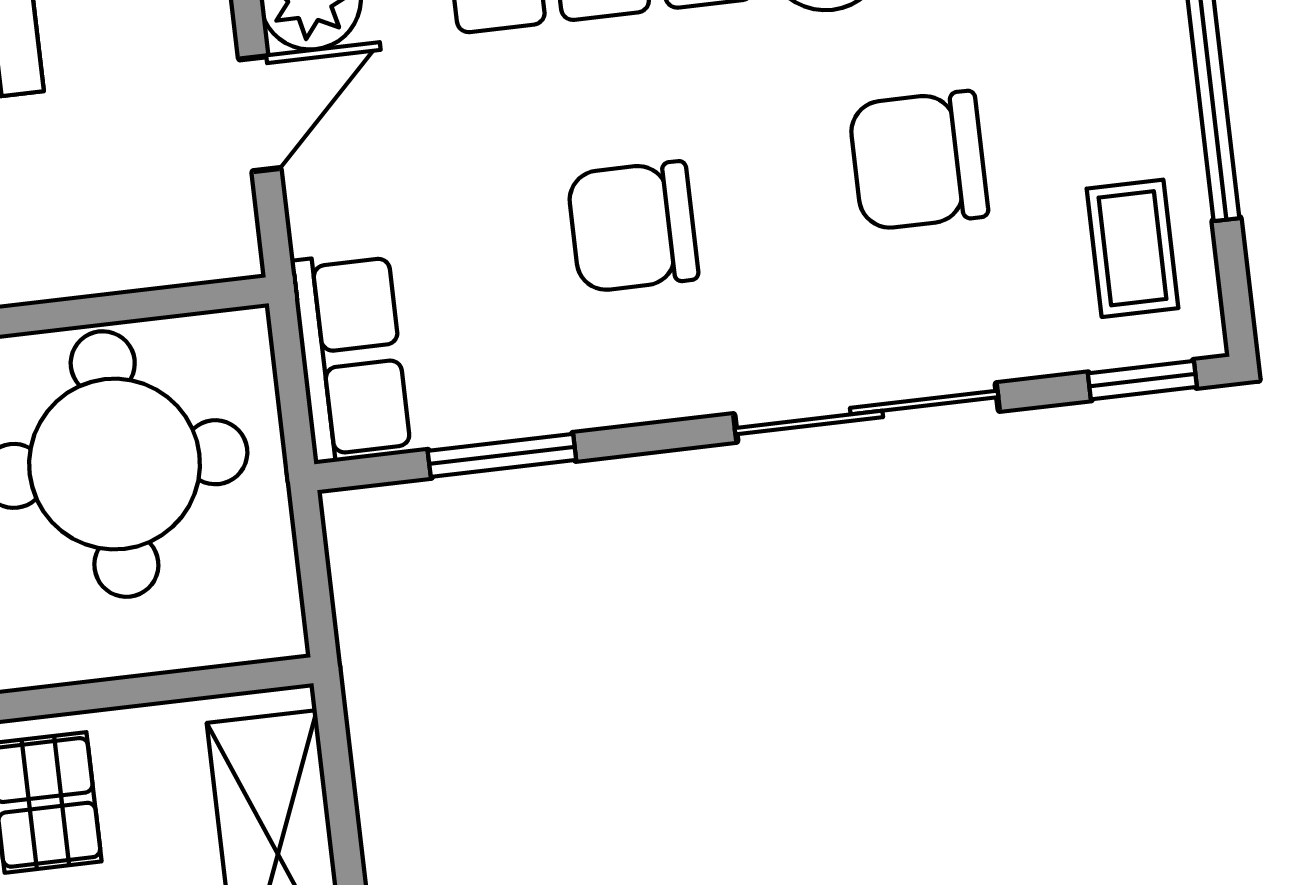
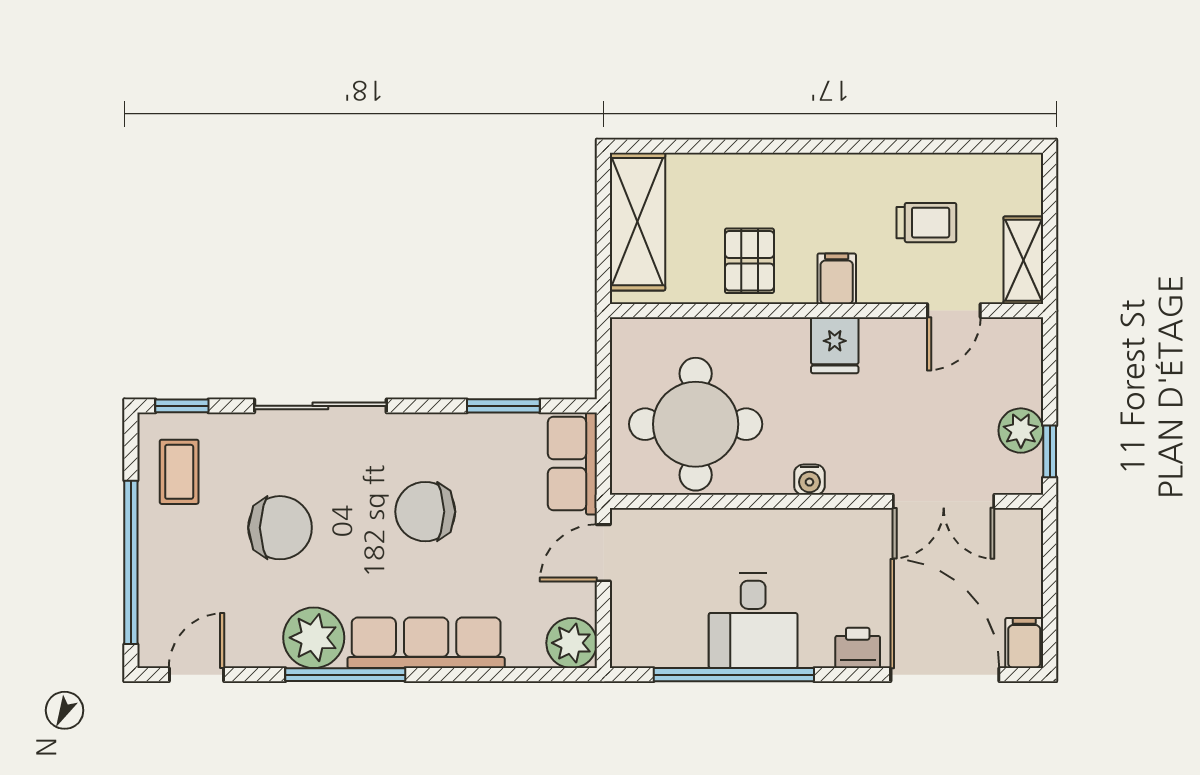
door: (260, 114) -> (603, 553), moved
chair: (633, 227) -> (425, 512), turned 180

